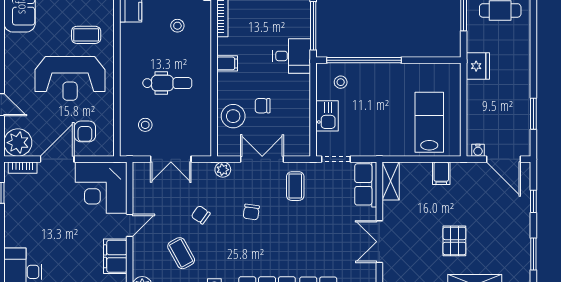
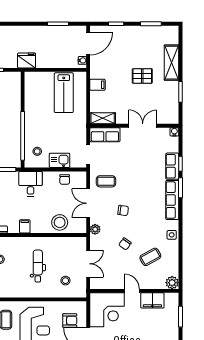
desk: (292, 56) -> (31, 184), moved
chair: (263, 106) -> (65, 179), moved
lab bench: (429, 122) -> (64, 93), turned -90
double door: (379, 242) -> (143, 126), swing flipped

